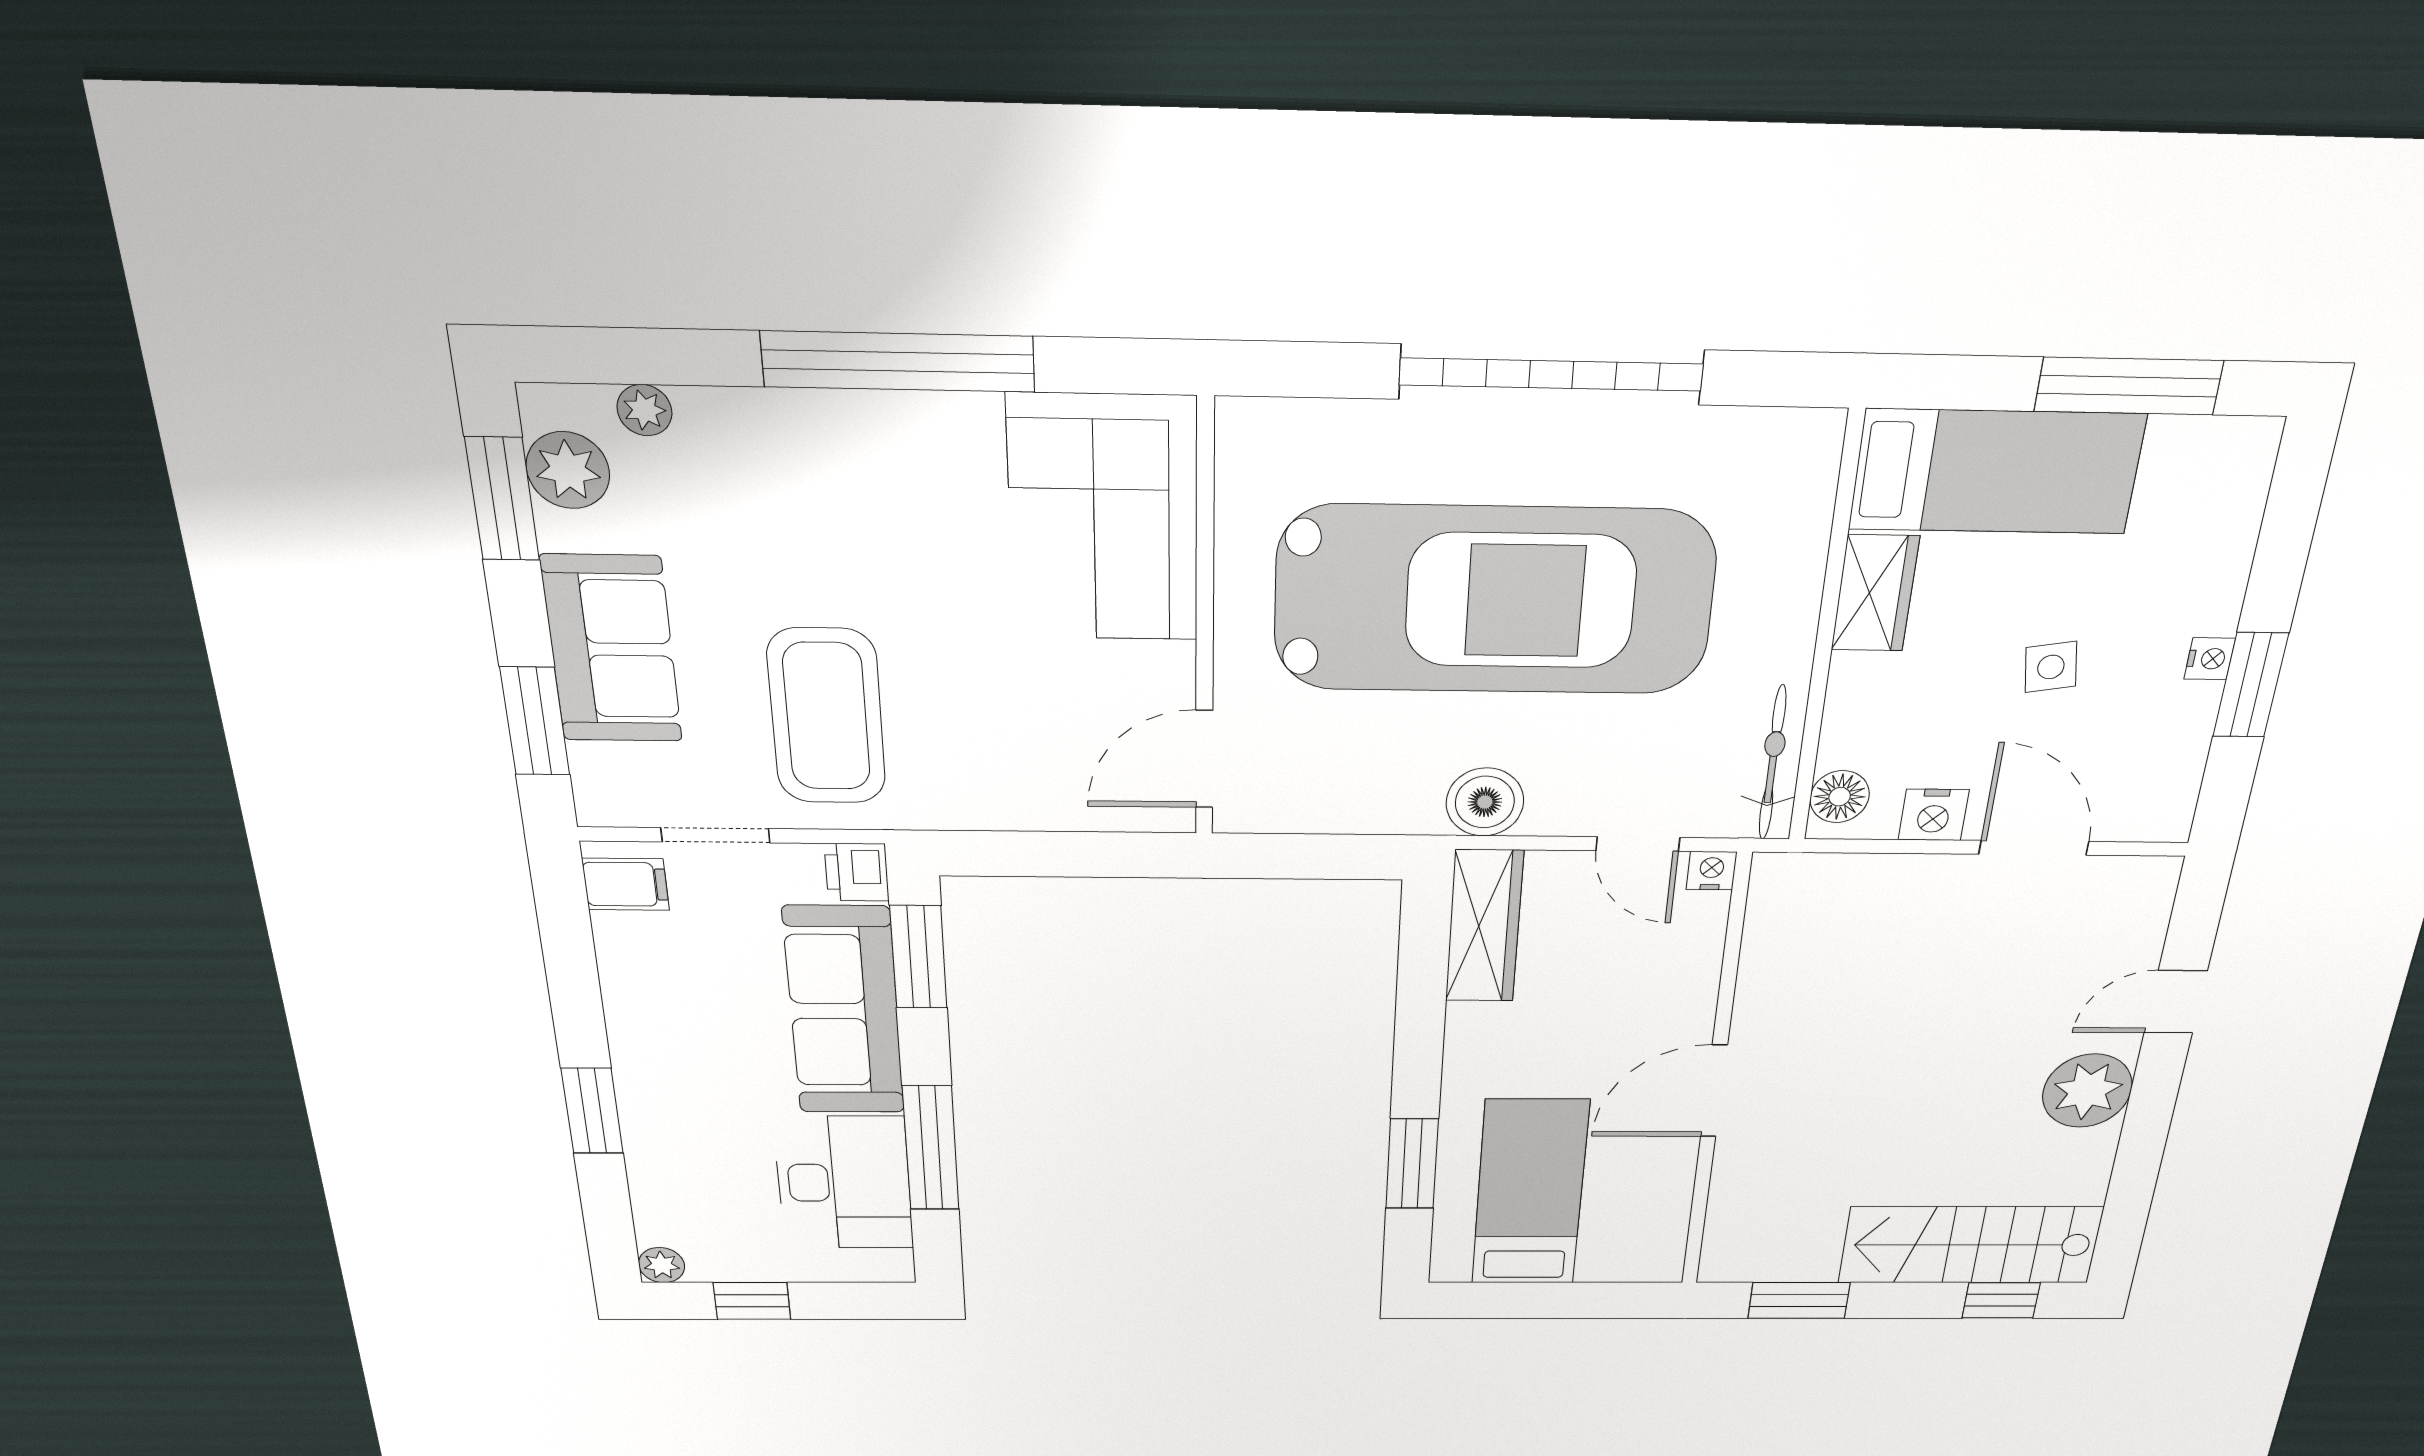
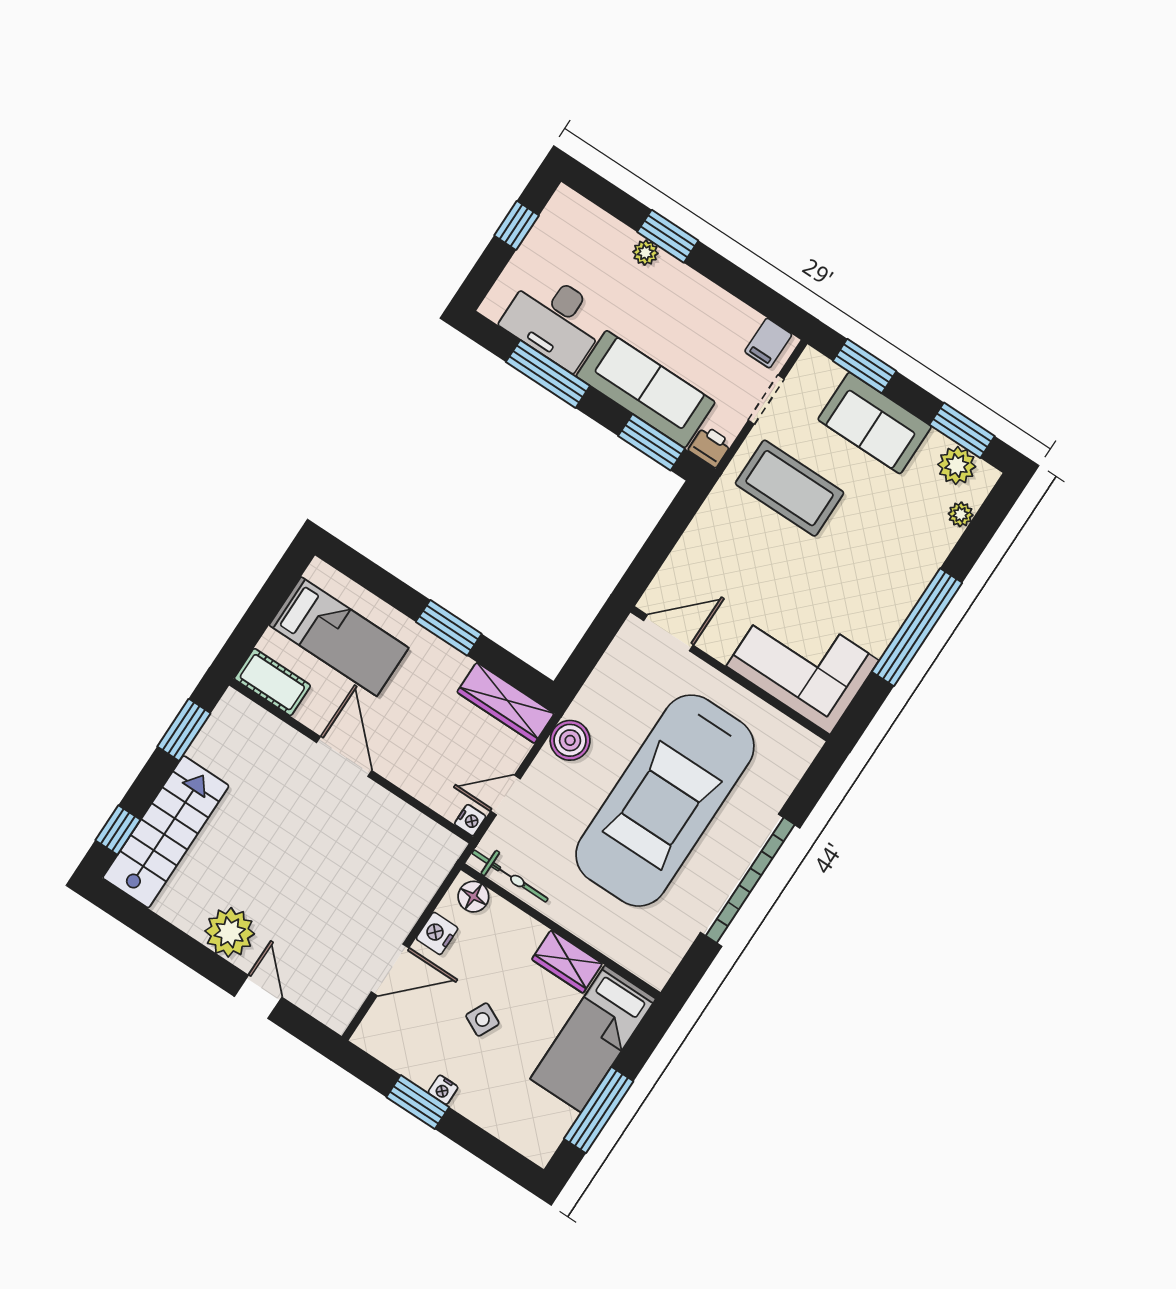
side table: (2051, 667) -> (482, 1020), turned 35
door: (1204, 759) -> (668, 633), hinge flipped
window: (1412, 1164) -> (449, 628), moved
cot: (1656, 1236) -> (272, 682), added
plant: (662, 1265) -> (645, 253), moved

